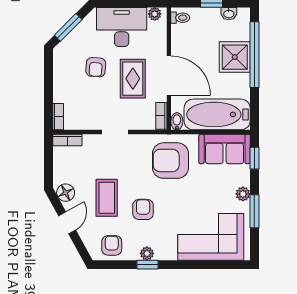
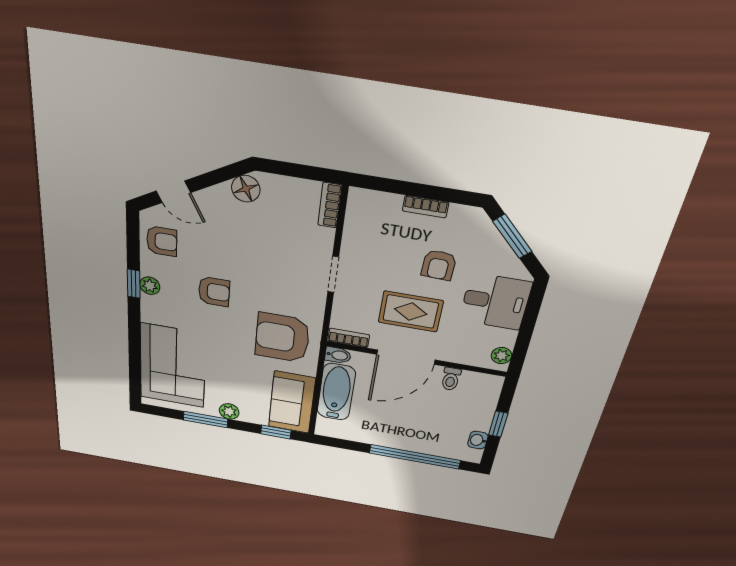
toilet: (180, 18) -> (451, 379), moved
desk: (122, 27) -> (495, 301), width x0.73
shower: (235, 57) -> (416, 436), removed
armchair: (96, 67) -> (439, 265), turned -92
bathtub: (217, 114) -> (336, 392), width x0.73, depth x0.73
bookcase: (58, 117) -> (426, 207), moved
armchair: (170, 161) -> (282, 338), turned -90
coffee table: (107, 198) -> (234, 246), removed
door: (67, 223) -> (173, 192), moved

